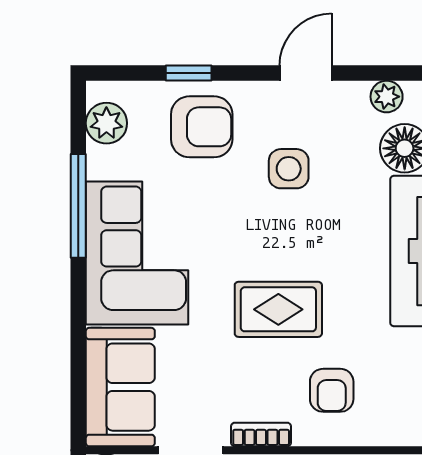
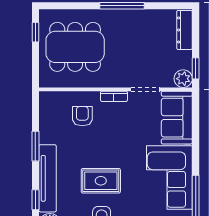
rug: (278, 309) -> (101, 181), moved

